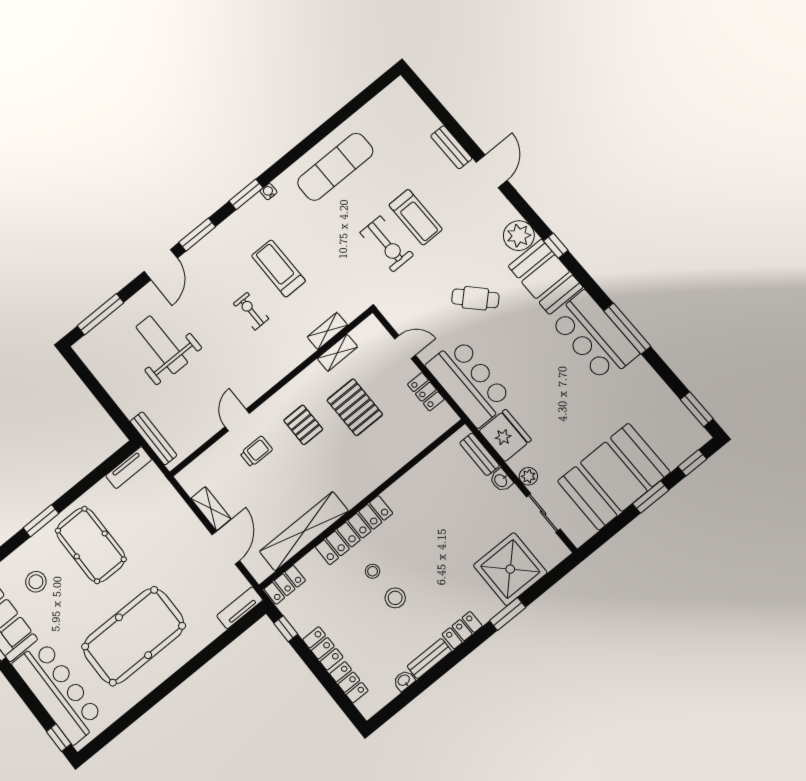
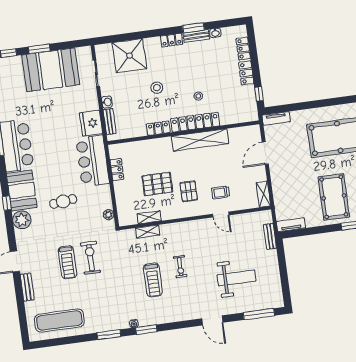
exercise mat: (335, 167) -> (59, 321), moved
treadmill: (416, 217) -> (67, 262), turned 180
window: (197, 235) -> (109, 335), moved
door: (161, 265) -> (212, 320), swing flipped
cafe table: (475, 298) -> (63, 201), turned -53
weight bench: (162, 345) -> (236, 278), turned -90
door: (405, 347) -> (113, 199), removed
pallet: (355, 407) -> (157, 184), turned 90
door: (237, 420) -> (221, 215), hinge flipped
bench: (153, 438) -> (270, 236), width x0.73
plant: (528, 476) -> (109, 215), moved
shelving: (211, 509) -> (263, 194), moved
shelving: (304, 531) -> (200, 140), moved
locker: (285, 585) -> (158, 128), moved
stool: (395, 598) -> (157, 88), moved
window: (508, 614) -> (193, 28), moved

